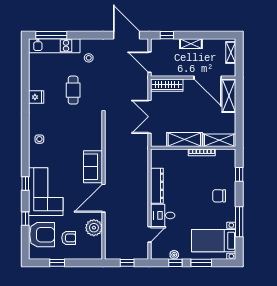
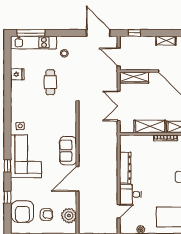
shelving: (191, 44) -> (166, 41), moved
fridge: (36, 97) -> (17, 74), moved
corner sofa: (46, 192) -> (26, 156), moved
plant: (94, 228) -> (69, 216), moved
armchair: (42, 235) -> (23, 212), turned 90

